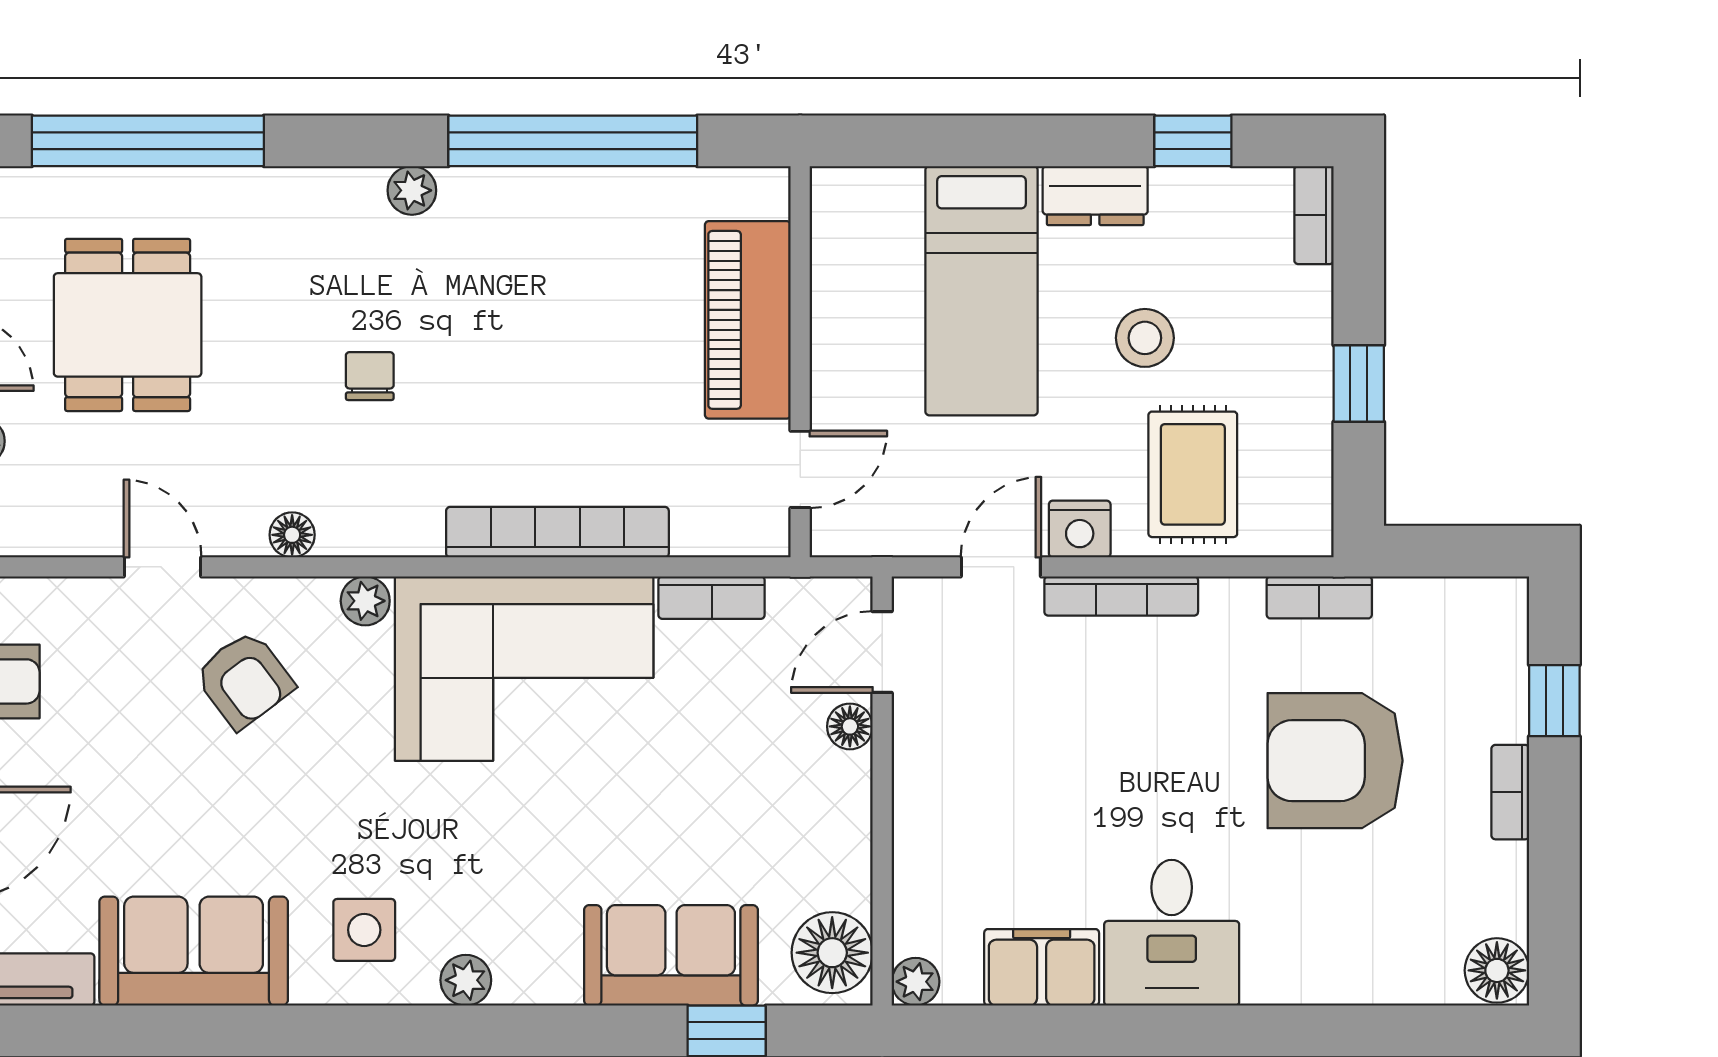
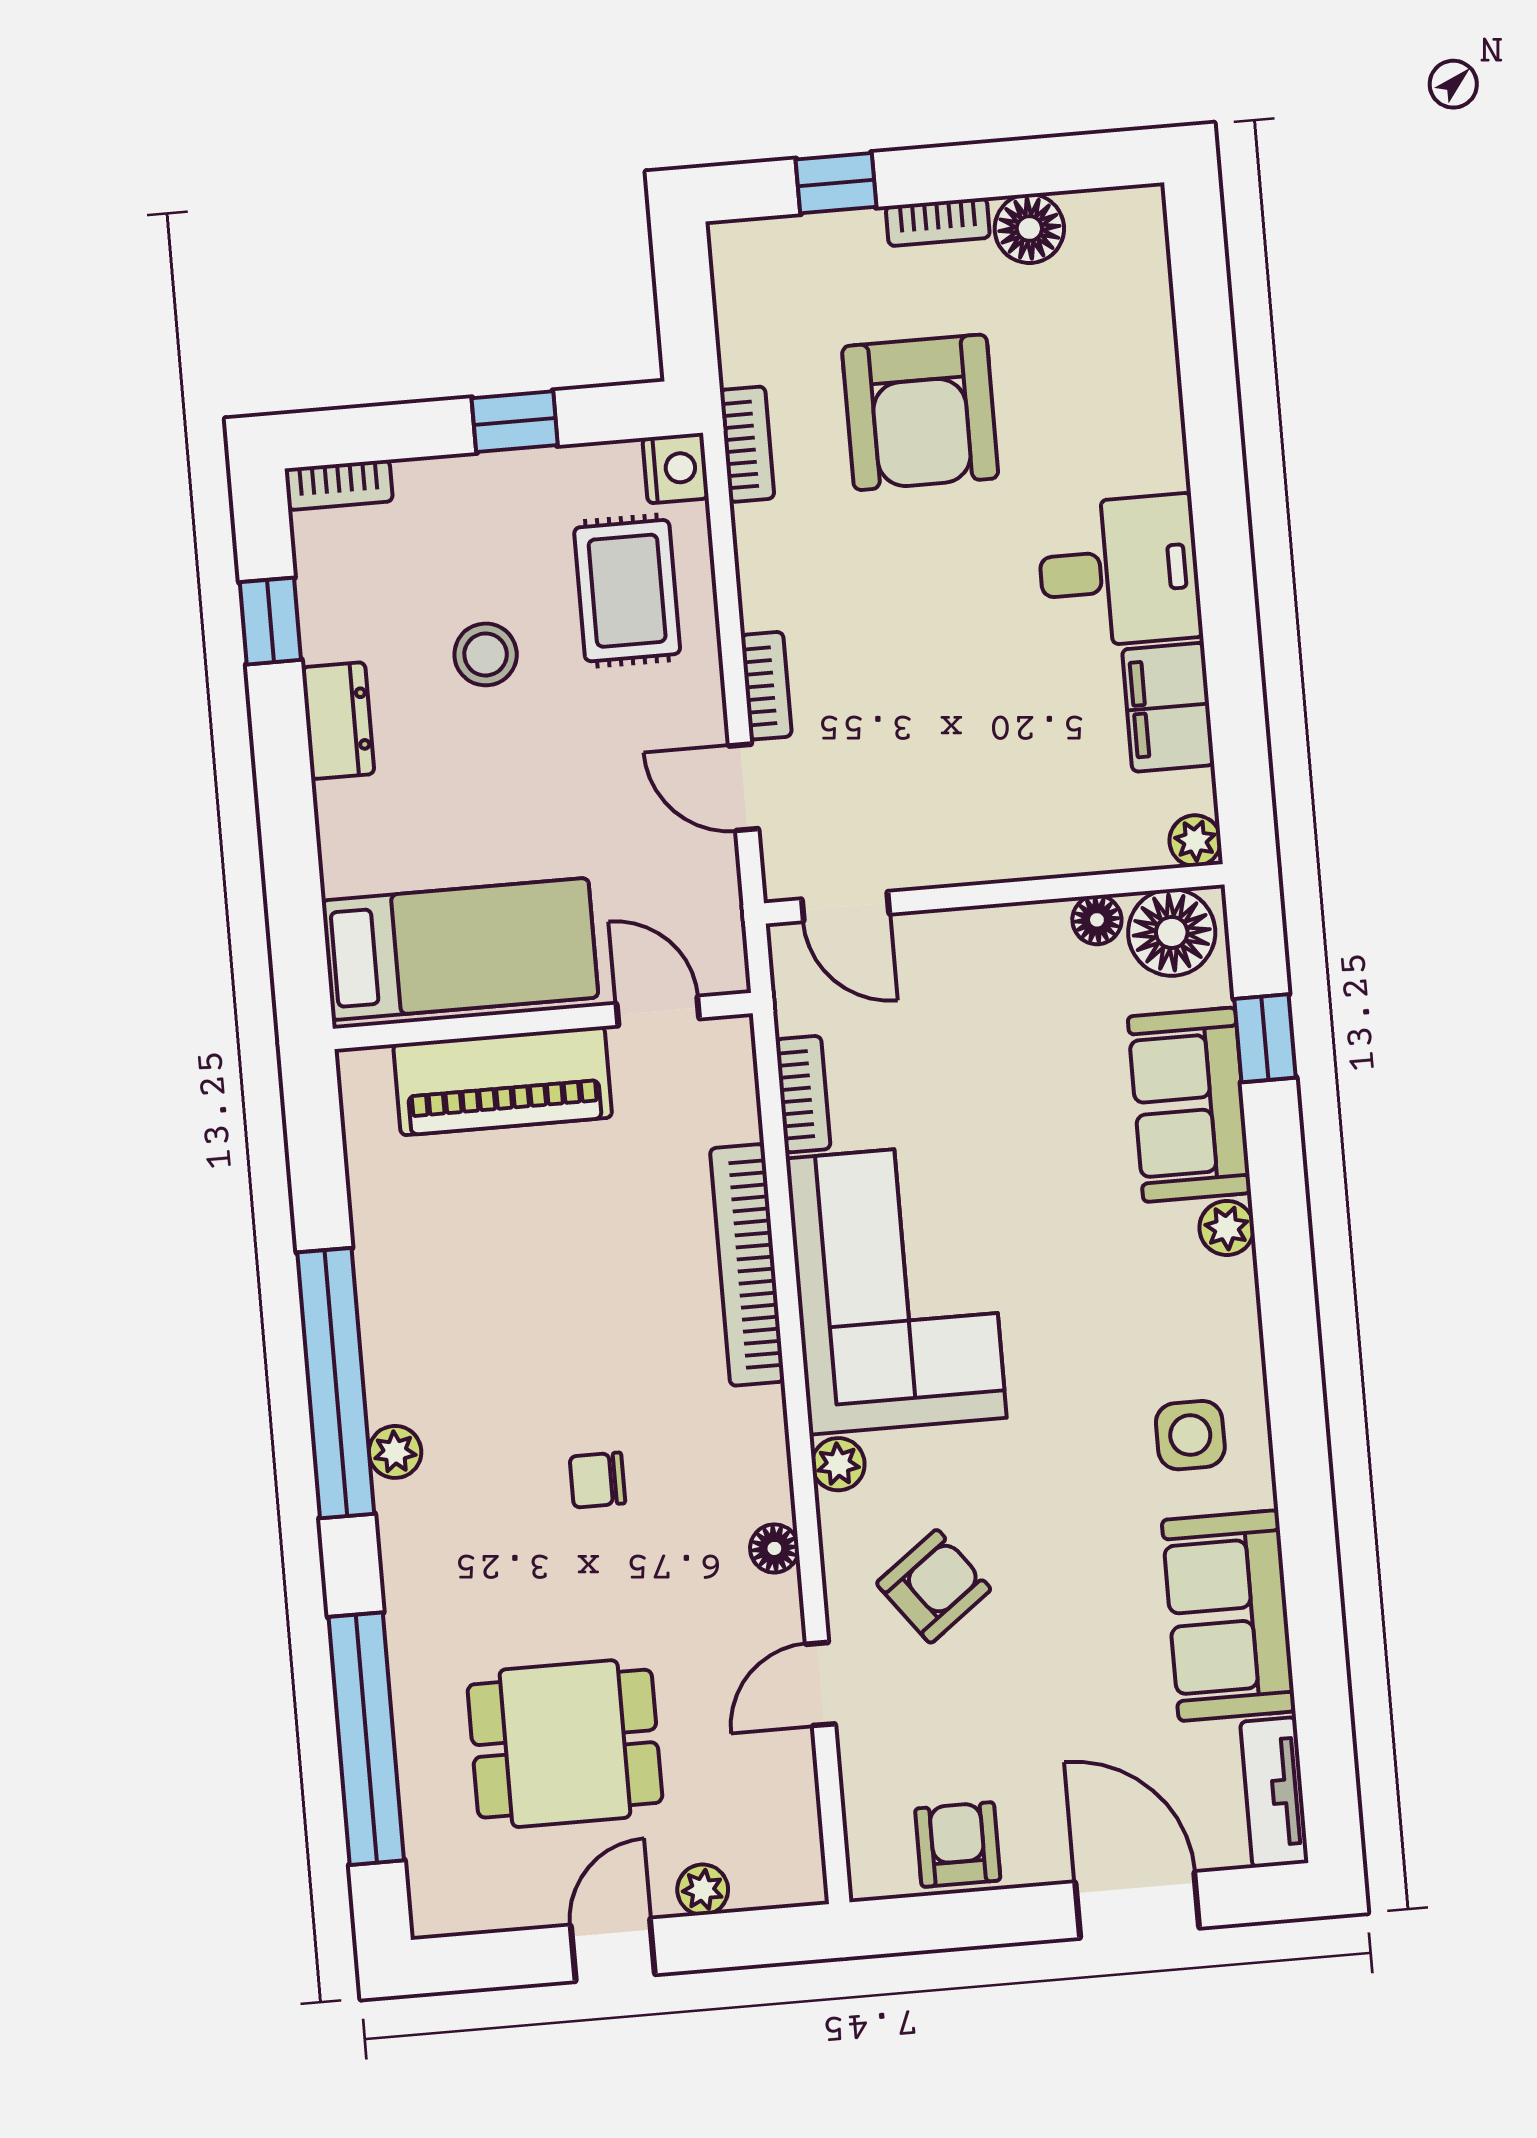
window: (573, 141) -> (336, 1383), moved
bed: (982, 291) -> (460, 949), moved
rug: (1193, 474) -> (627, 591), turned 90
nightstand: (1080, 529) -> (676, 468), moved
bookcase: (1121, 596) -> (766, 686), width x0.64
floor lamp: (850, 726) -> (1097, 920), moved
floor lamp: (1497, 970) -> (1029, 229), moved
plant: (466, 980) -> (1227, 1228), moved

